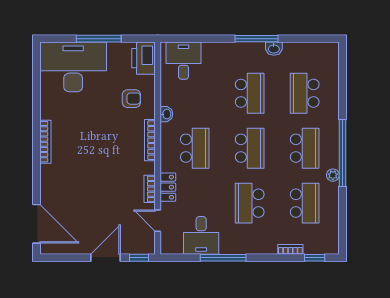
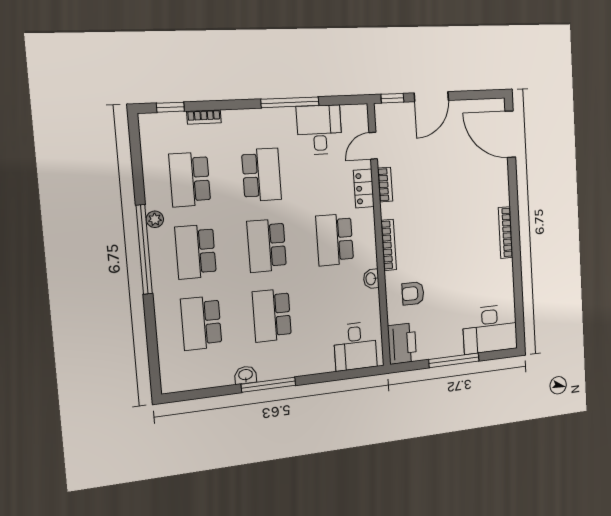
desk: (73, 67) -> (490, 329), width x0.73, depth x0.77
school desk: (305, 93) -> (201, 323), turned 180
door: (158, 221) -> (373, 146), swing flipped

